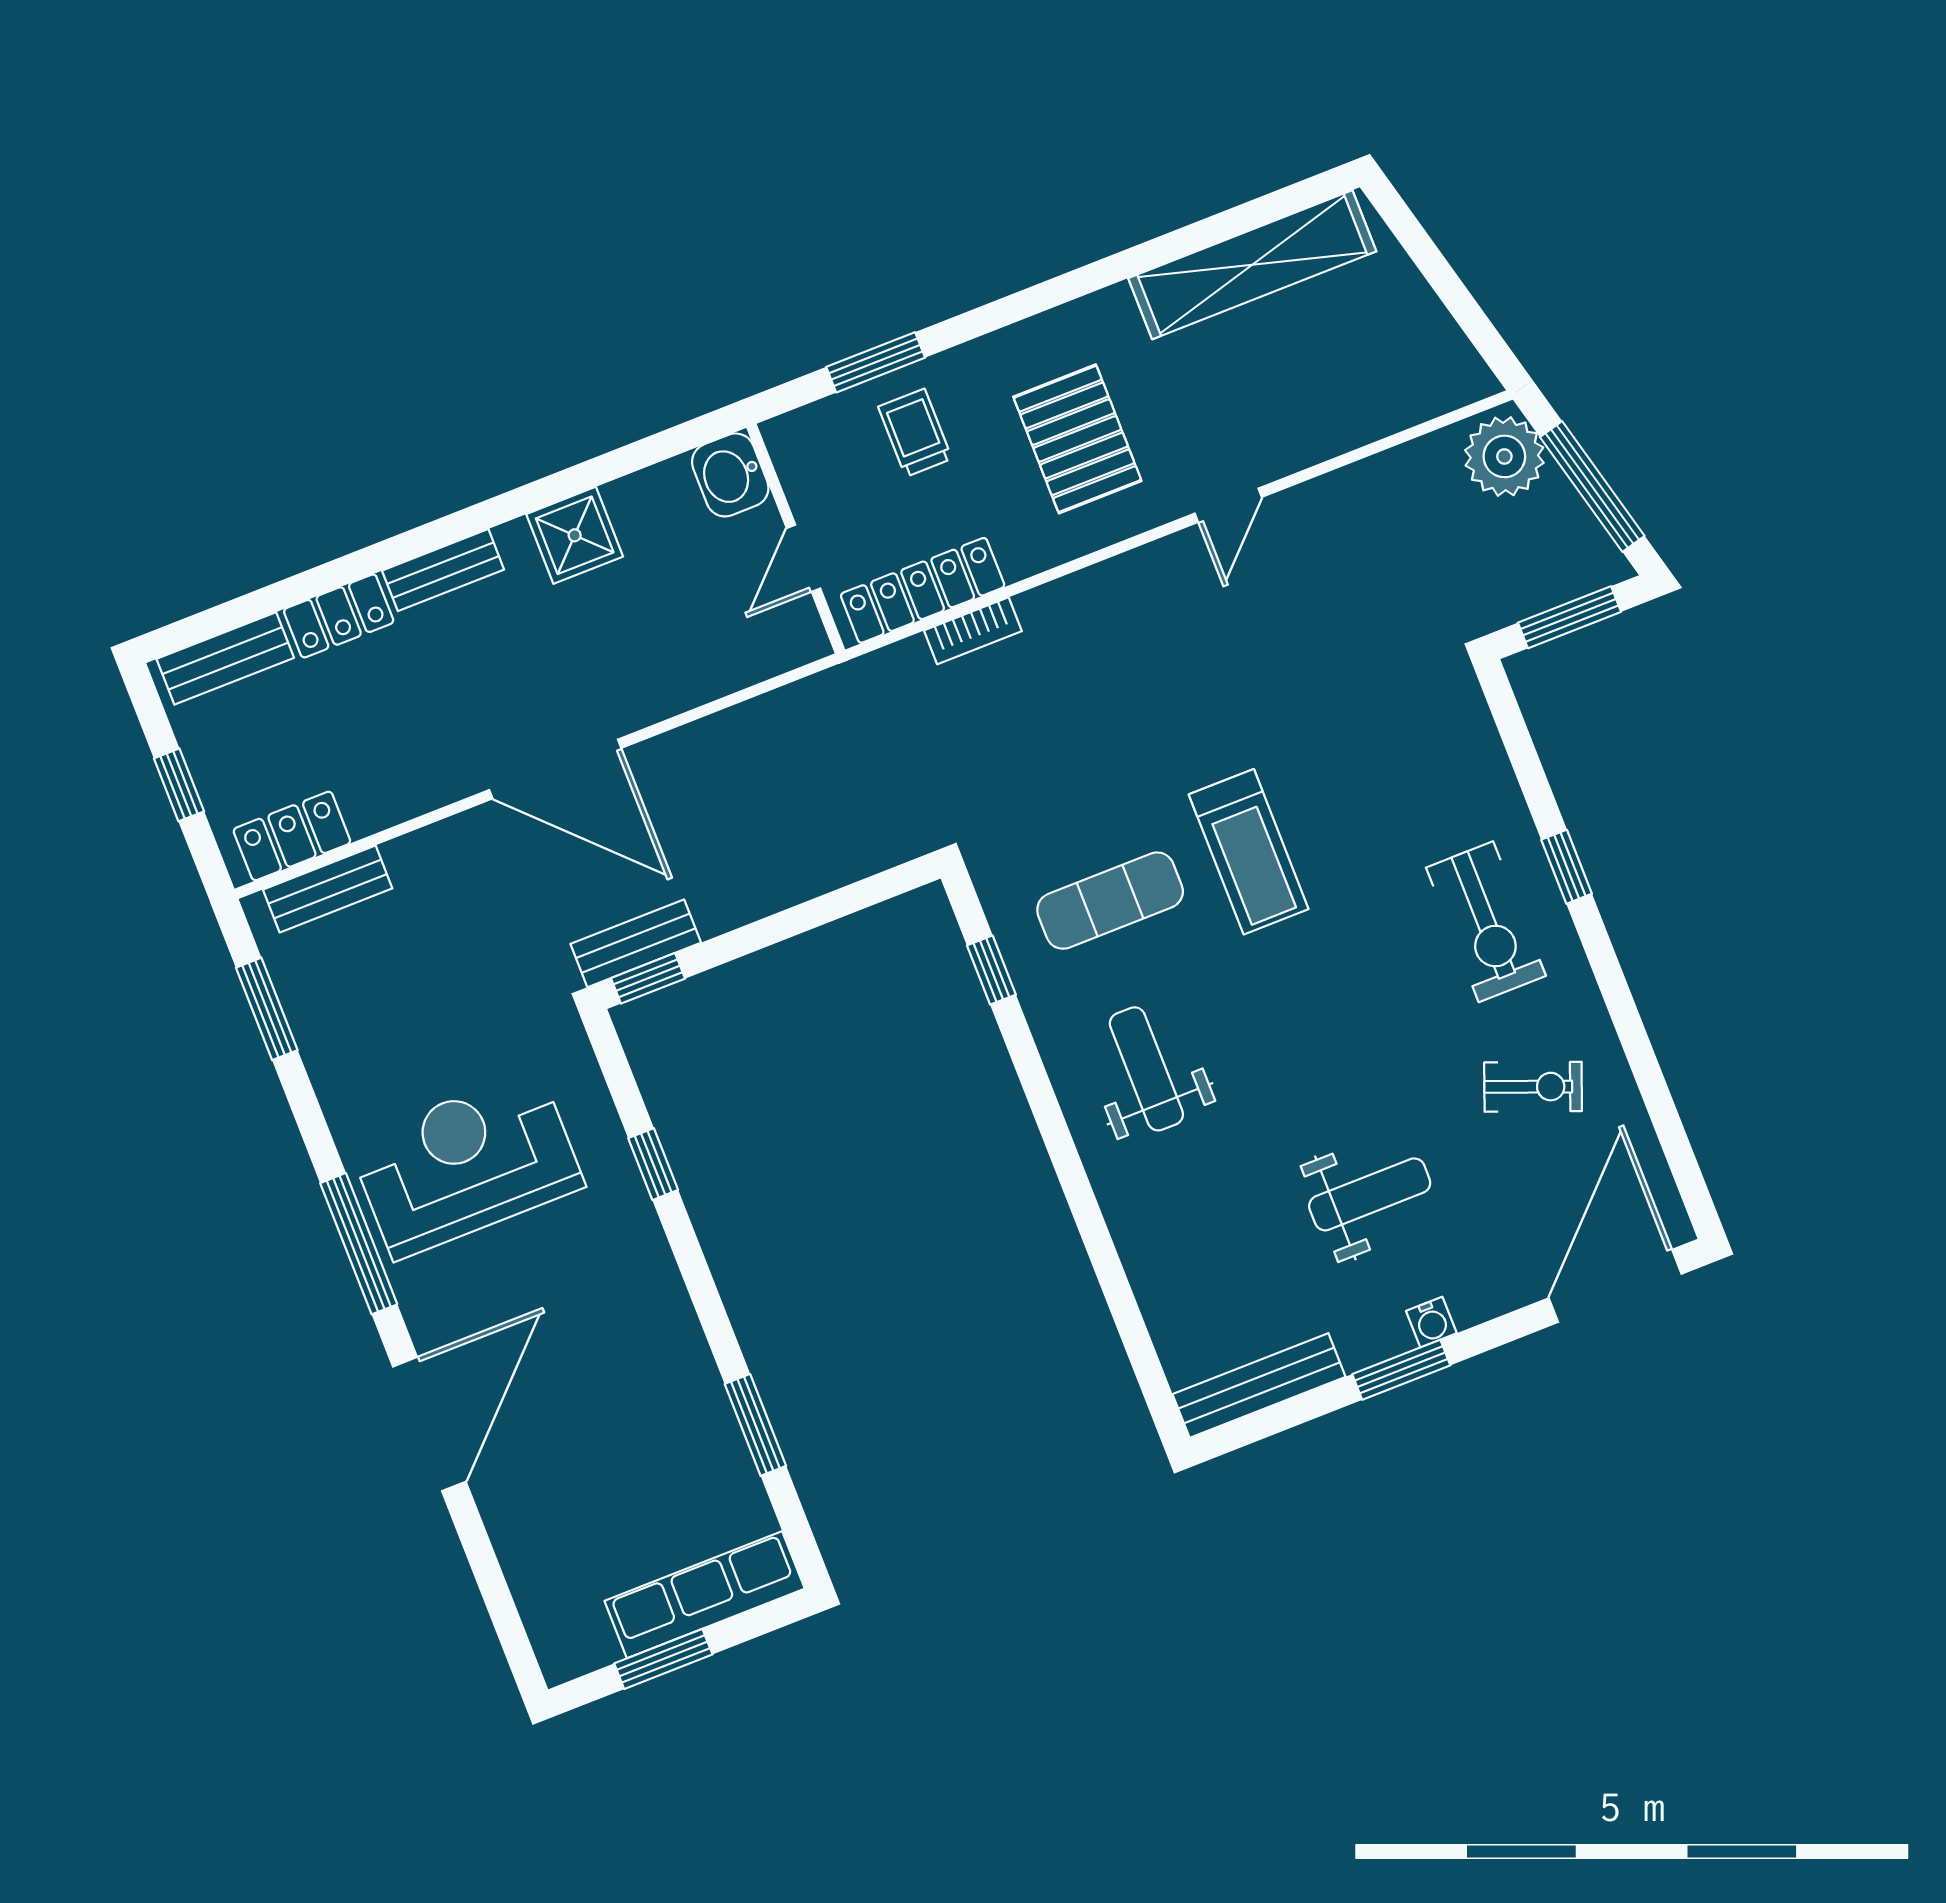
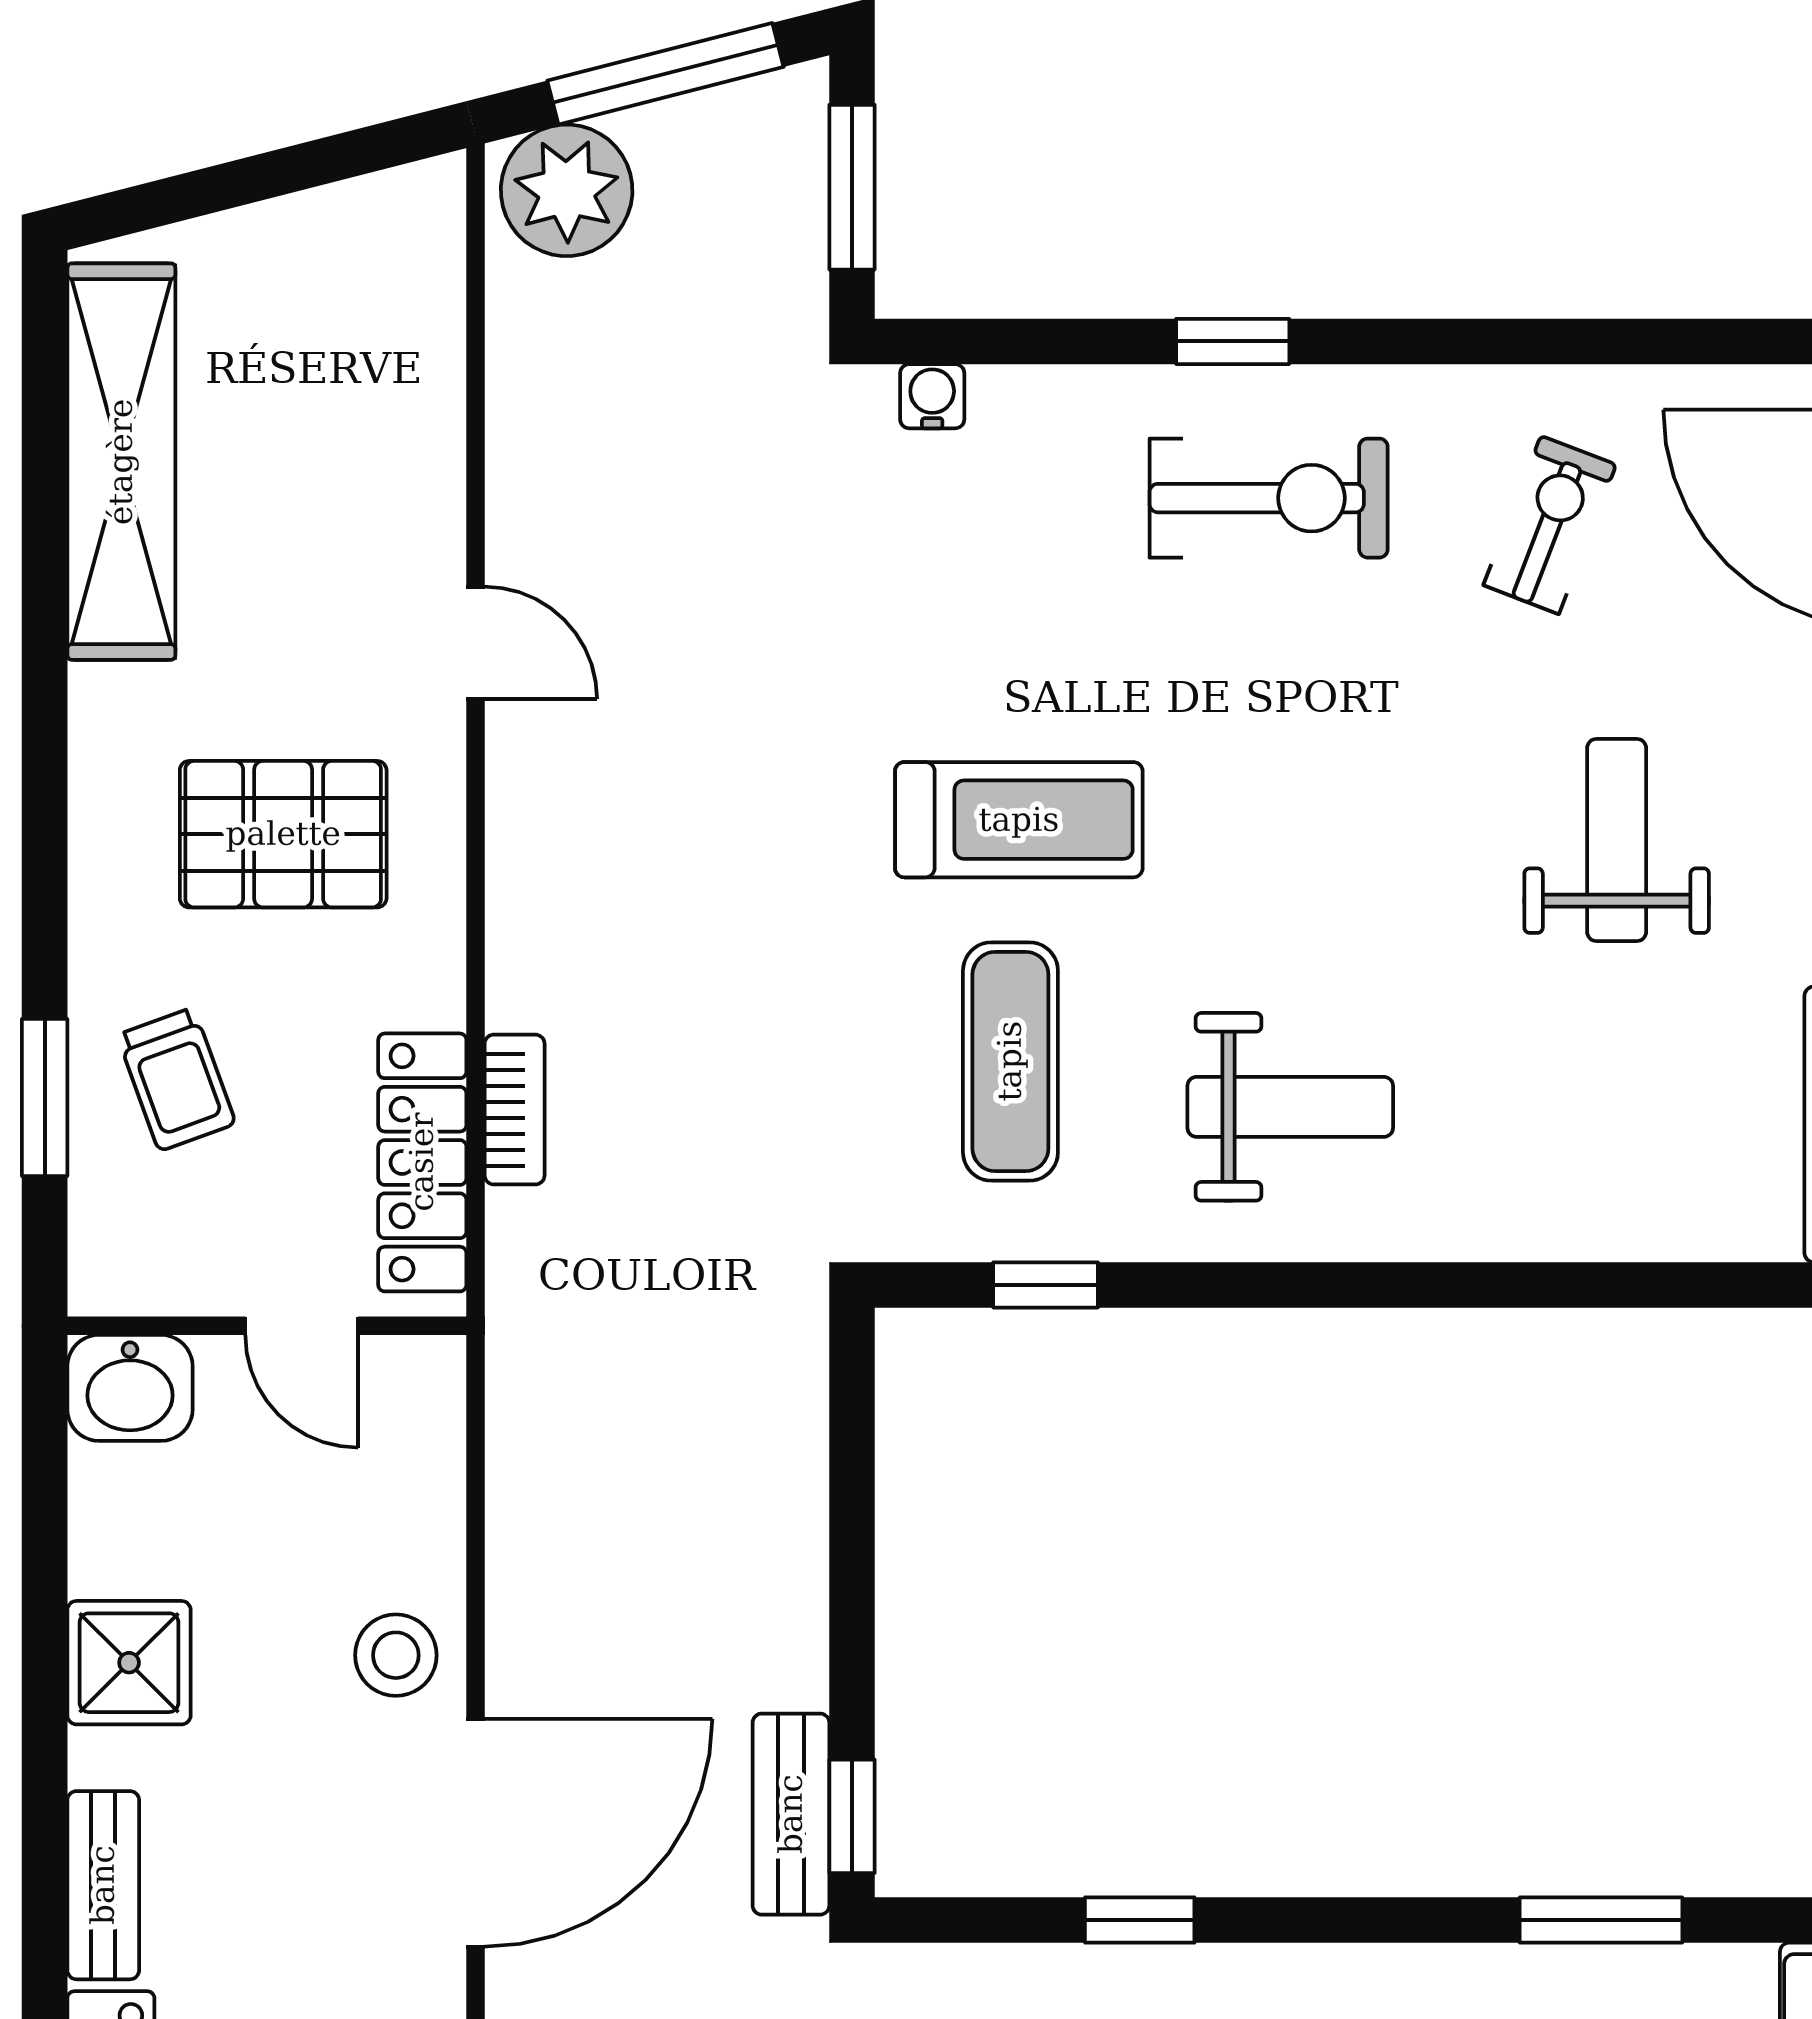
trolley: (915, 433) -> (176, 1079), turned -110
stool: (638, 685) -> (396, 1655), added
water cooler: (1469, 709) -> (932, 396), added
weight bench: (1146, 1069) -> (1290, 1107), turned 180

